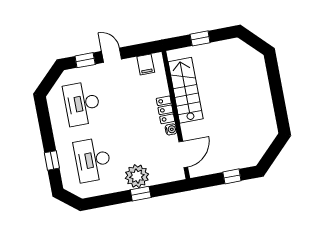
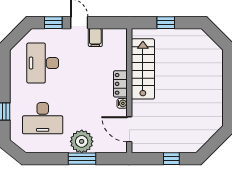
filing cabinet: (146, 64) -> (95, 37), moved
door: (183, 154) -> (129, 129), swing flipped
desk: (93, 160) -> (43, 118), turned -90
window: (141, 194) -> (82, 159), width x1.50

